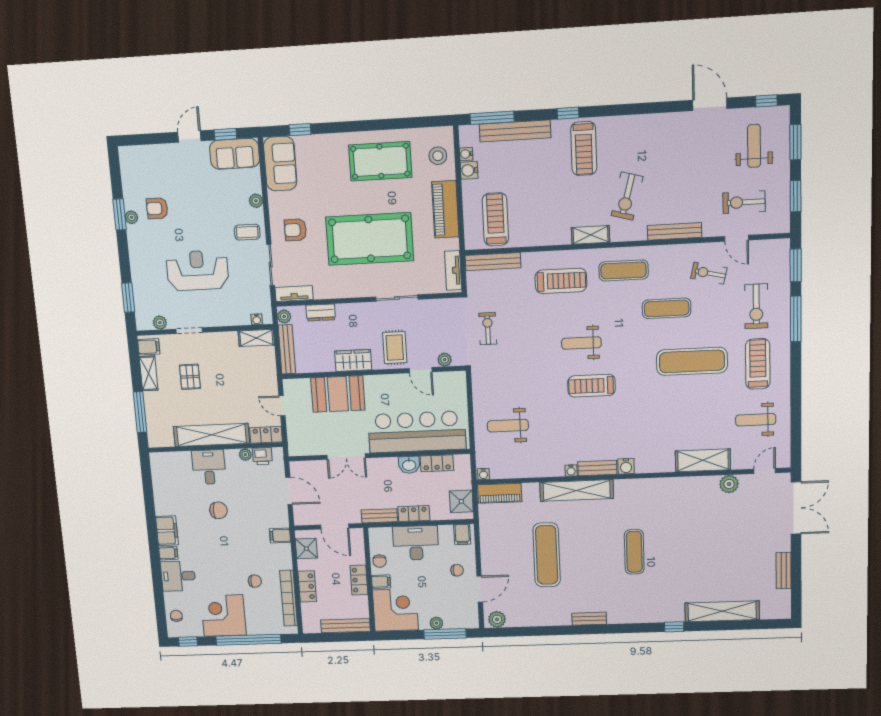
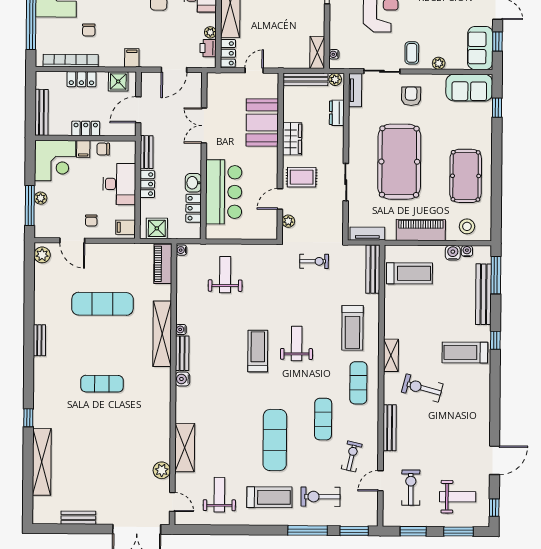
bar counter: (417, 432) -> (224, 192), width x0.73

